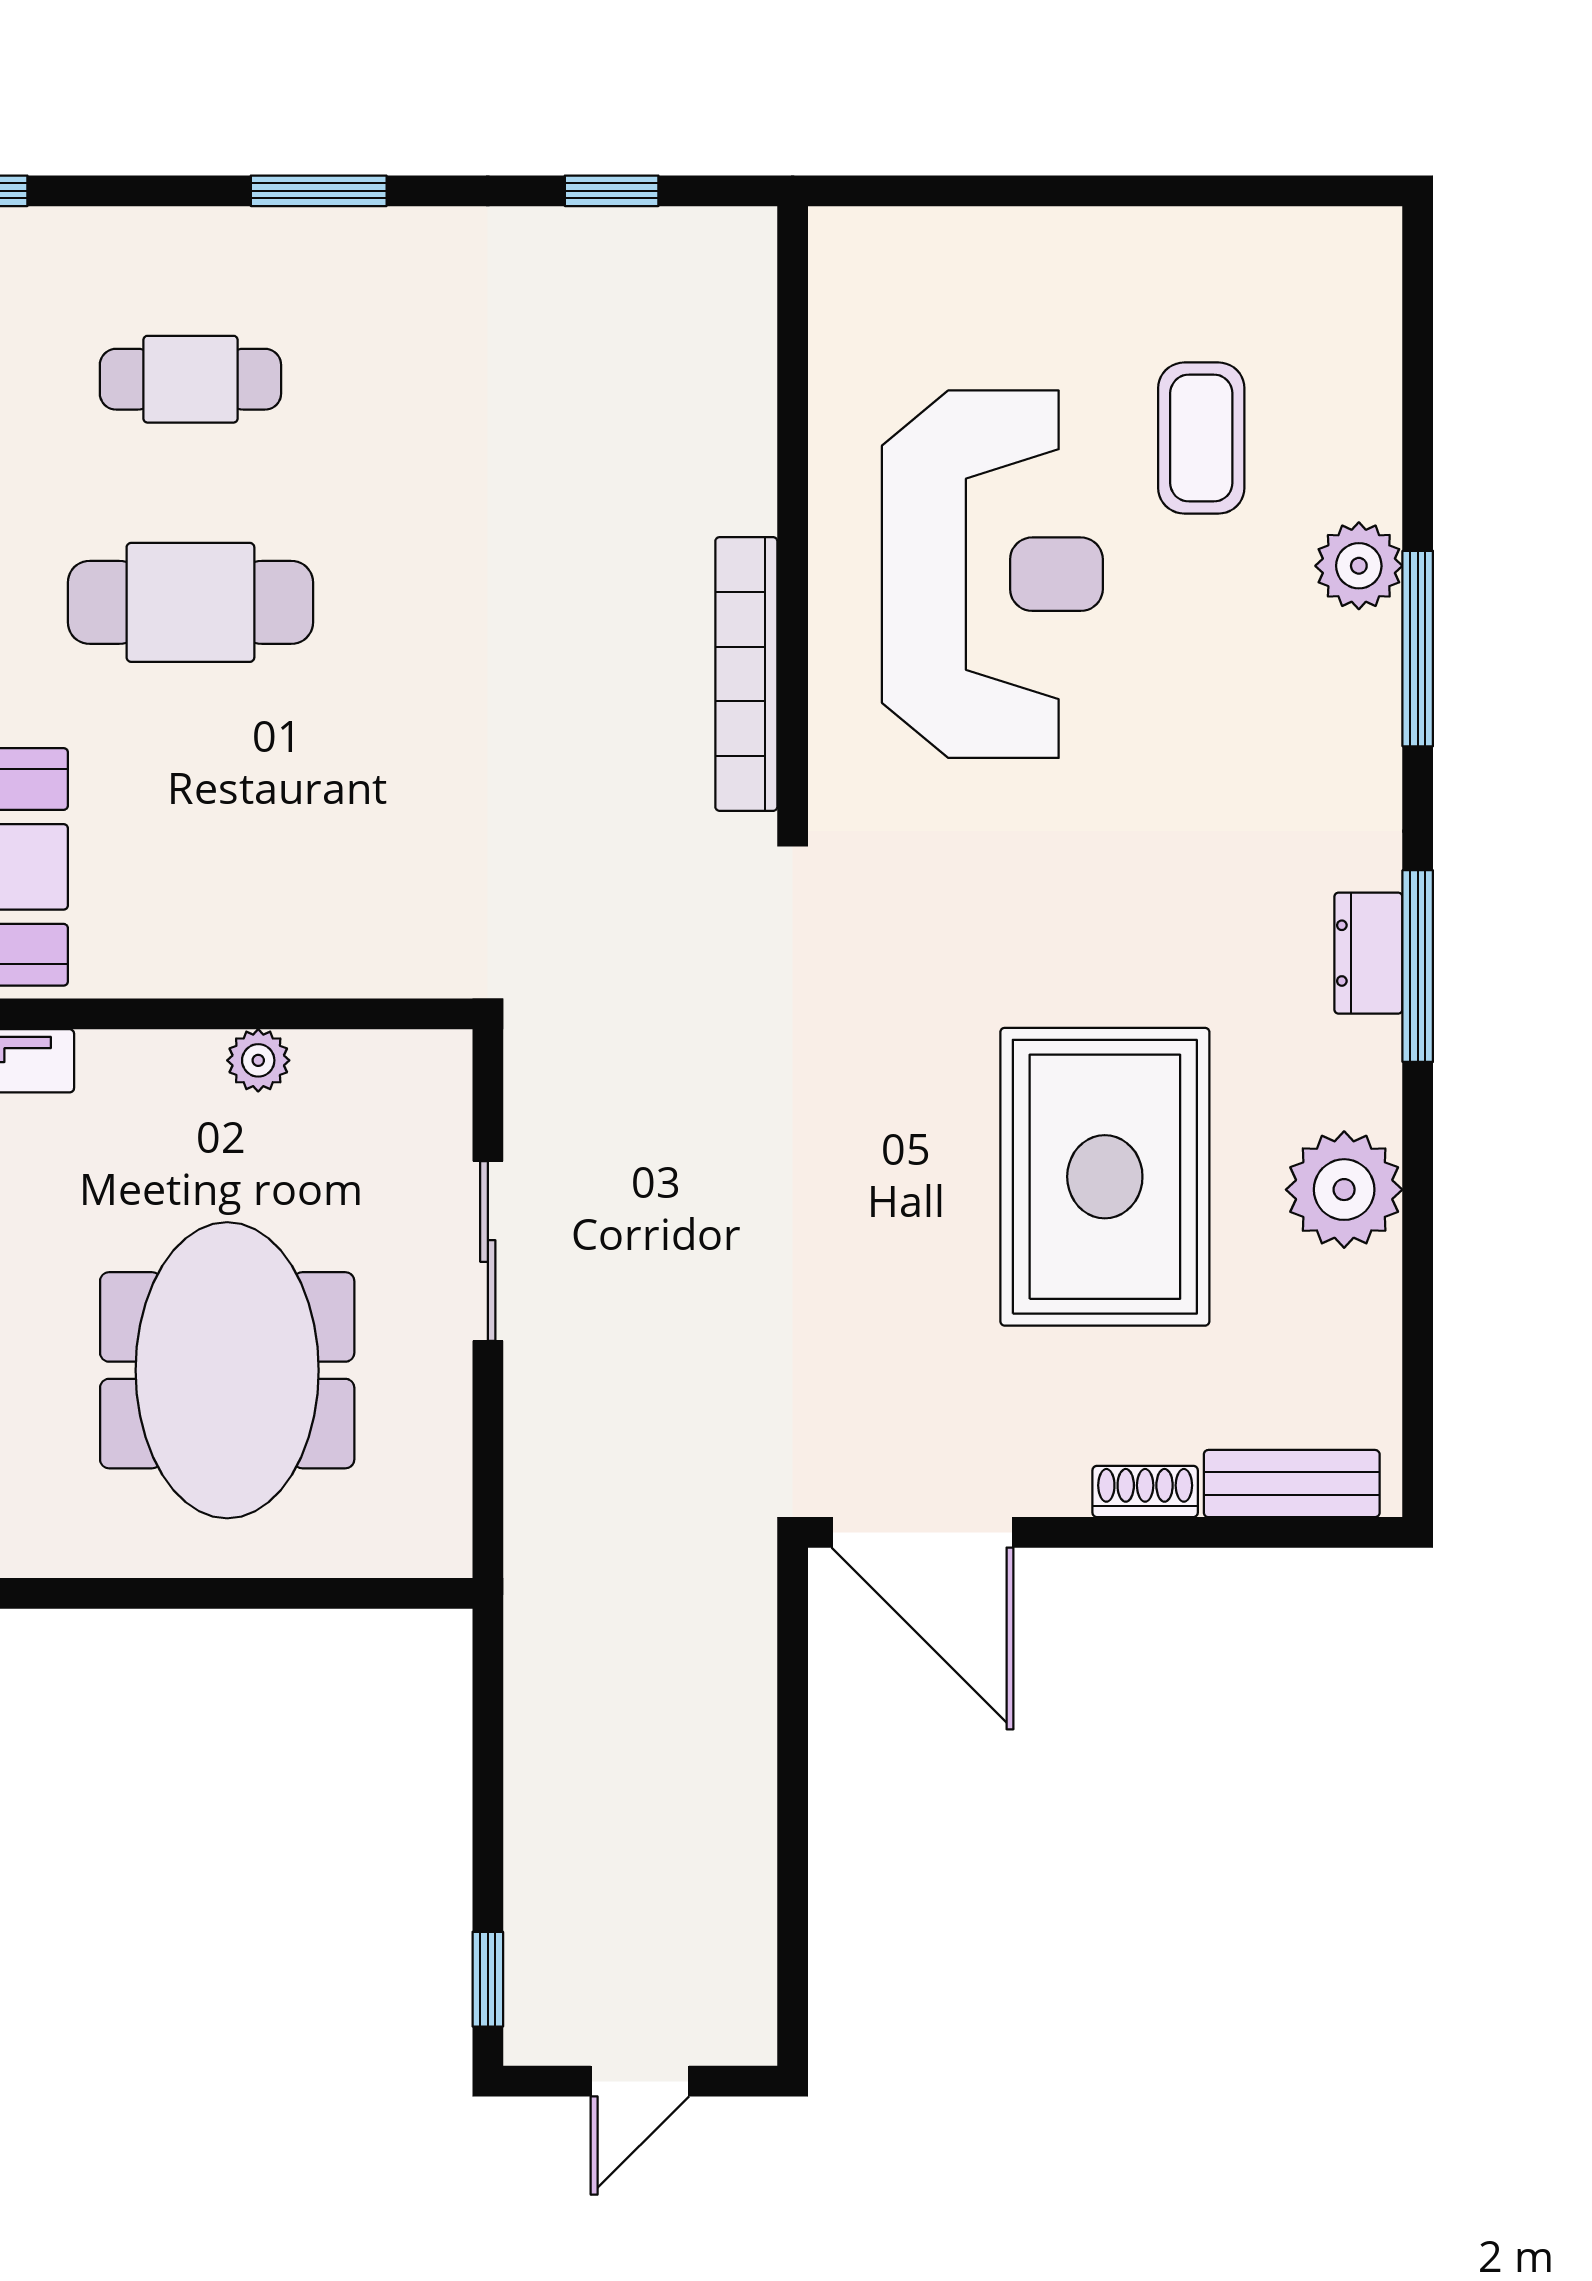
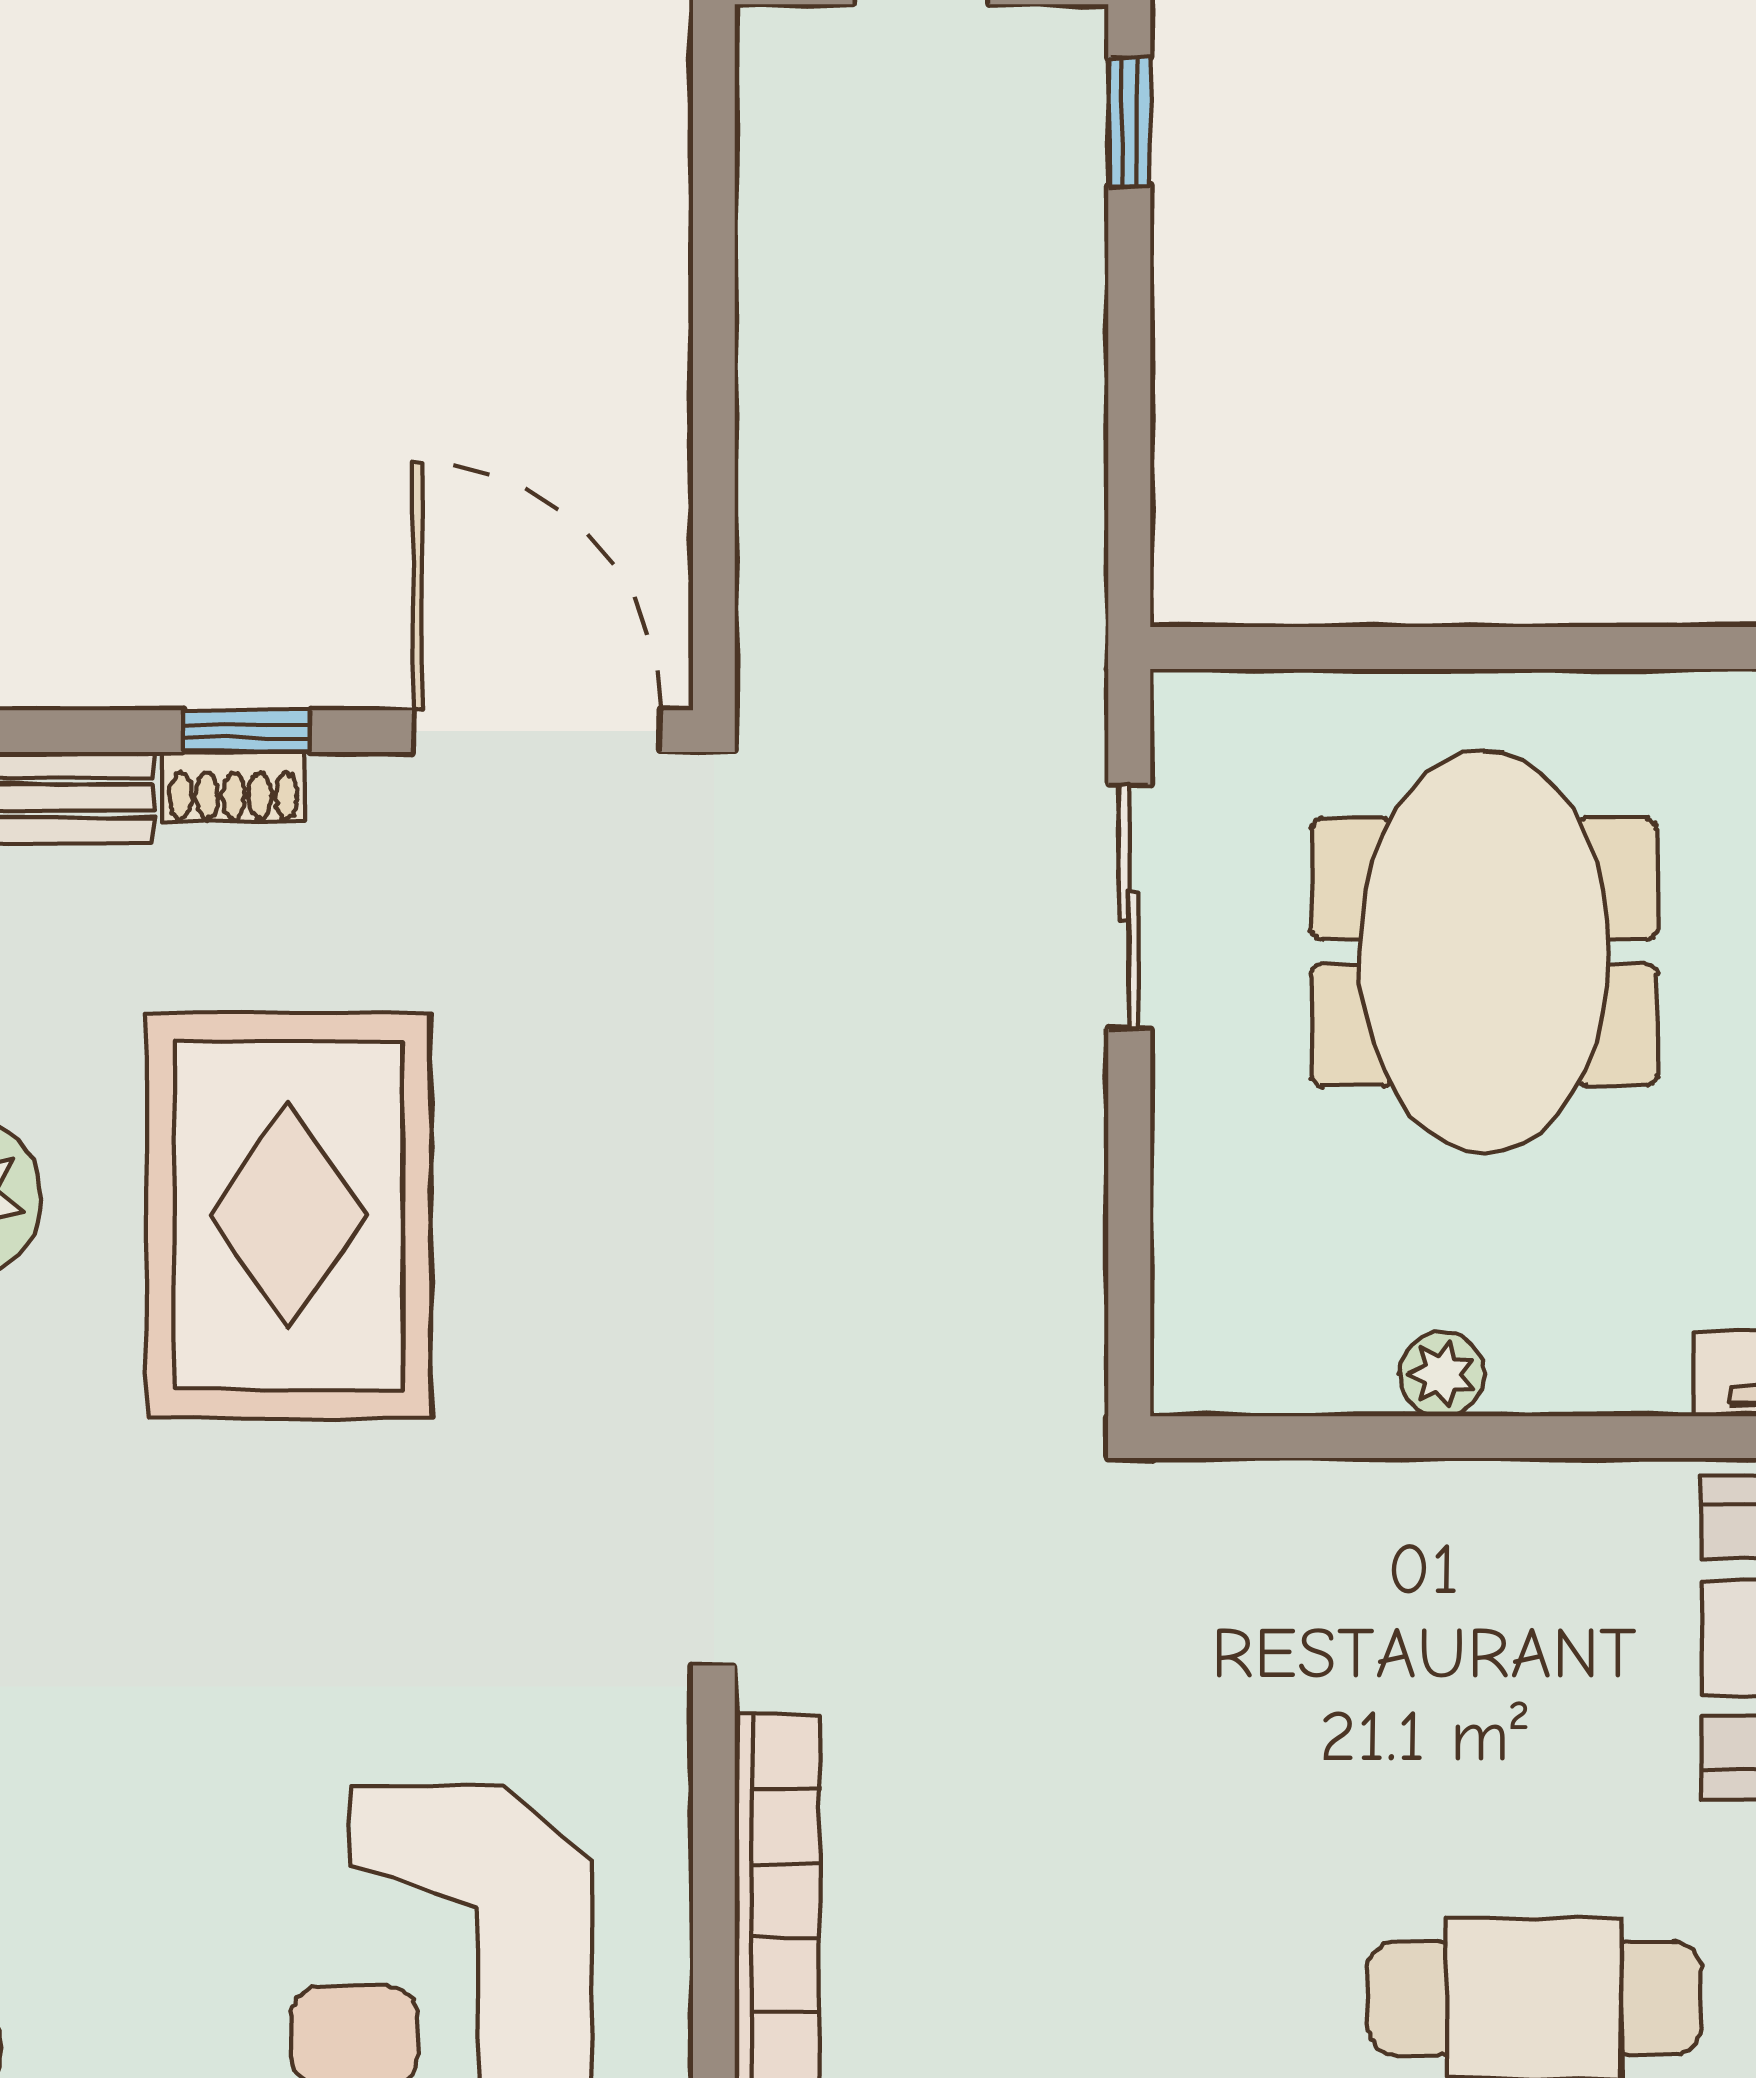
sliding door: (488, 1251) -> (1129, 907), moved
window: (1136, 1532) -> (246, 731), added

